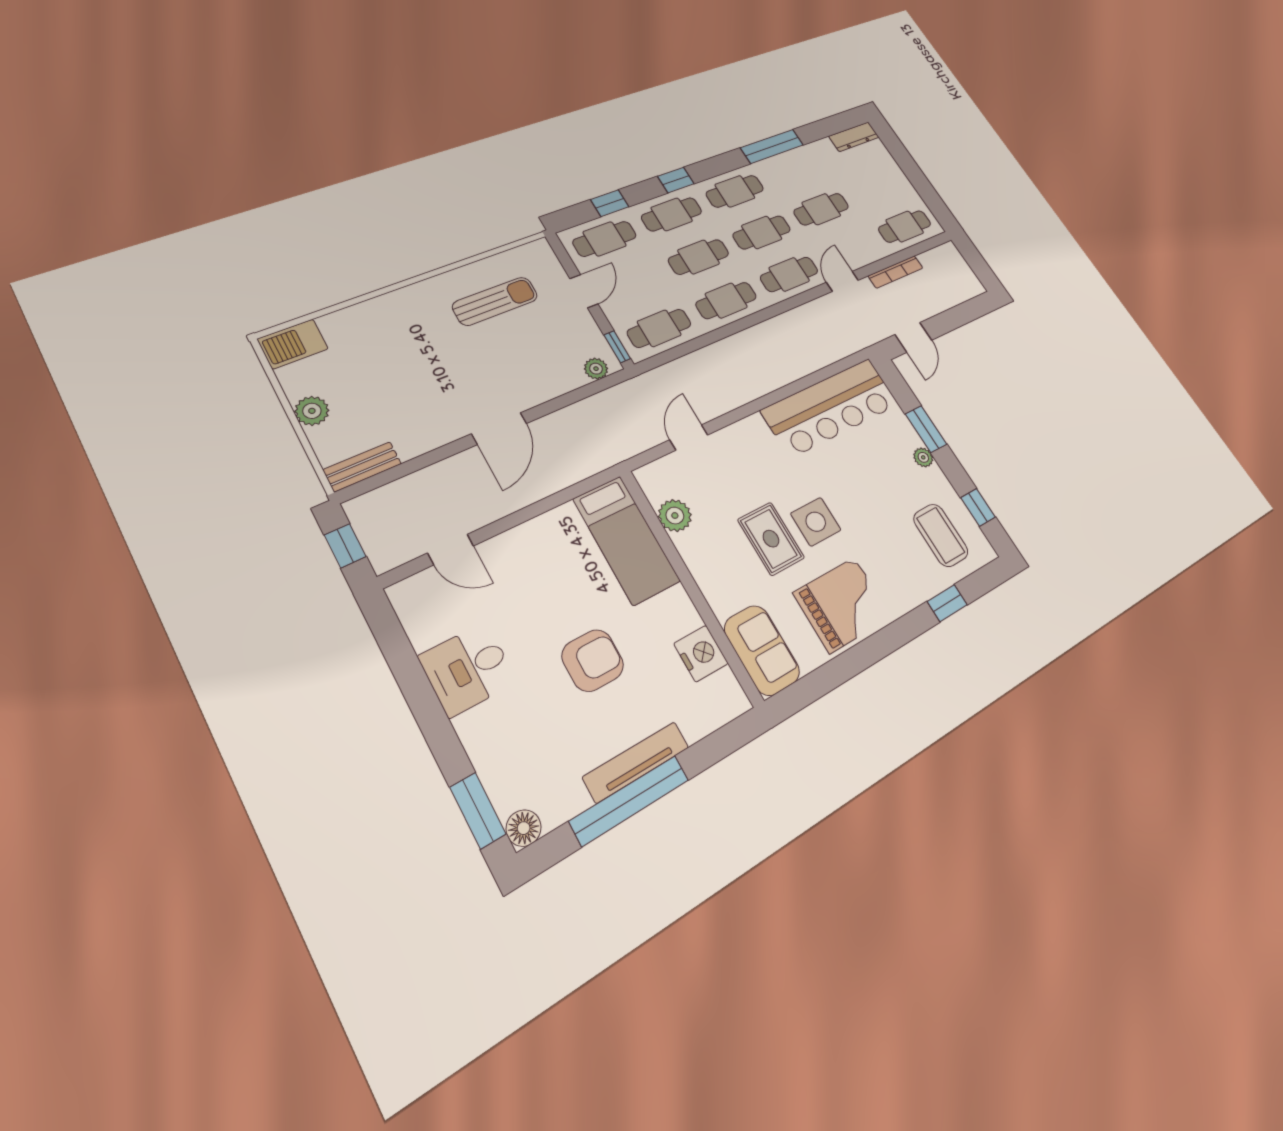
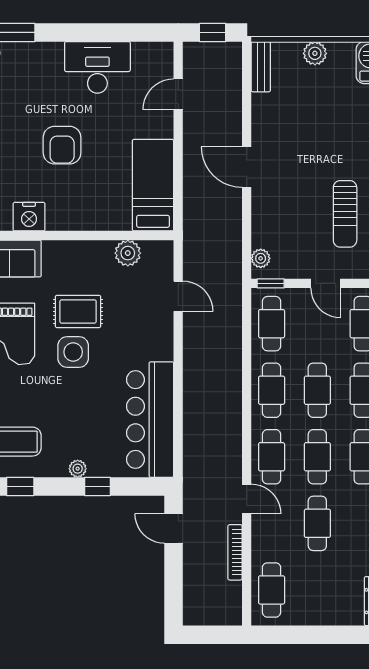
window: (926, 429) -> (97, 486), width x0.67
bed: (626, 540) -> (153, 185), moved, turned 90
desk: (468, 669) -> (97, 67), width x1.37

